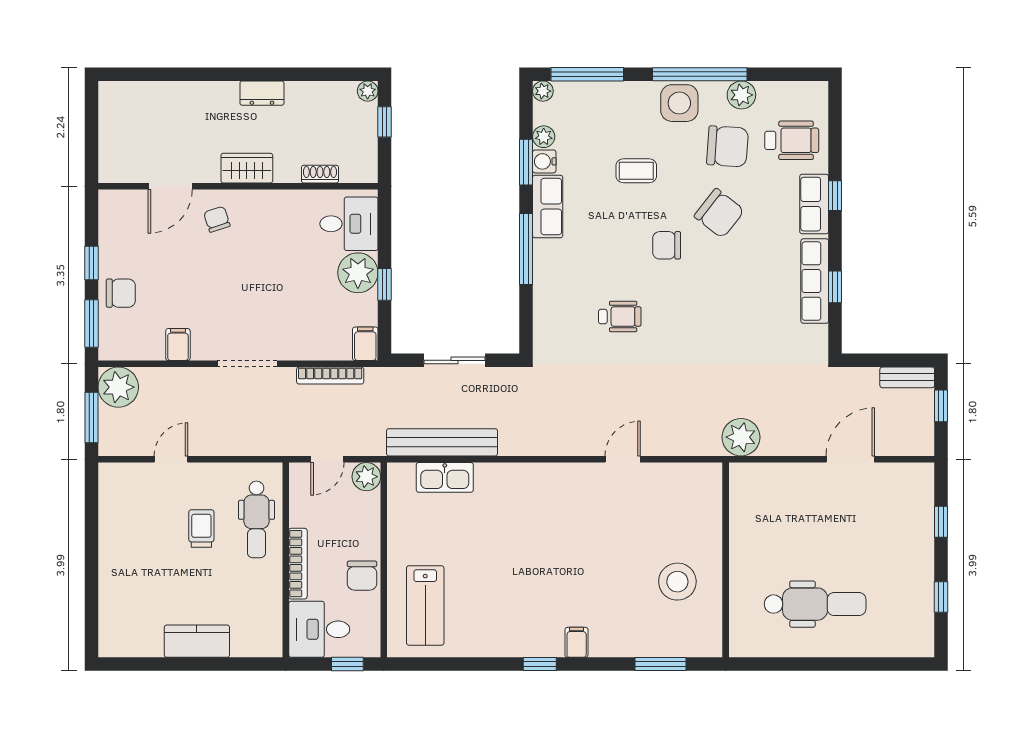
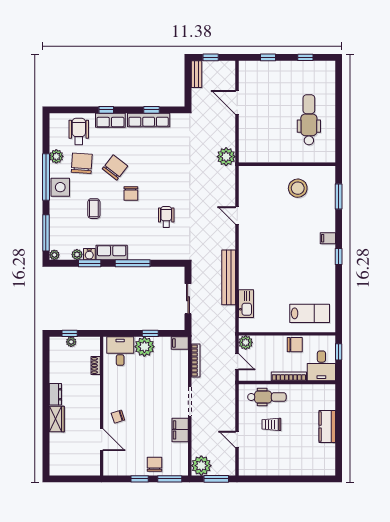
plant: (368, 91) -> (71, 342), moved
wardrobe: (247, 168) -> (57, 419), moved, turned 180
filing cabinet: (178, 345) -> (180, 430), width x2.00
bench: (442, 442) -> (229, 277), moved

